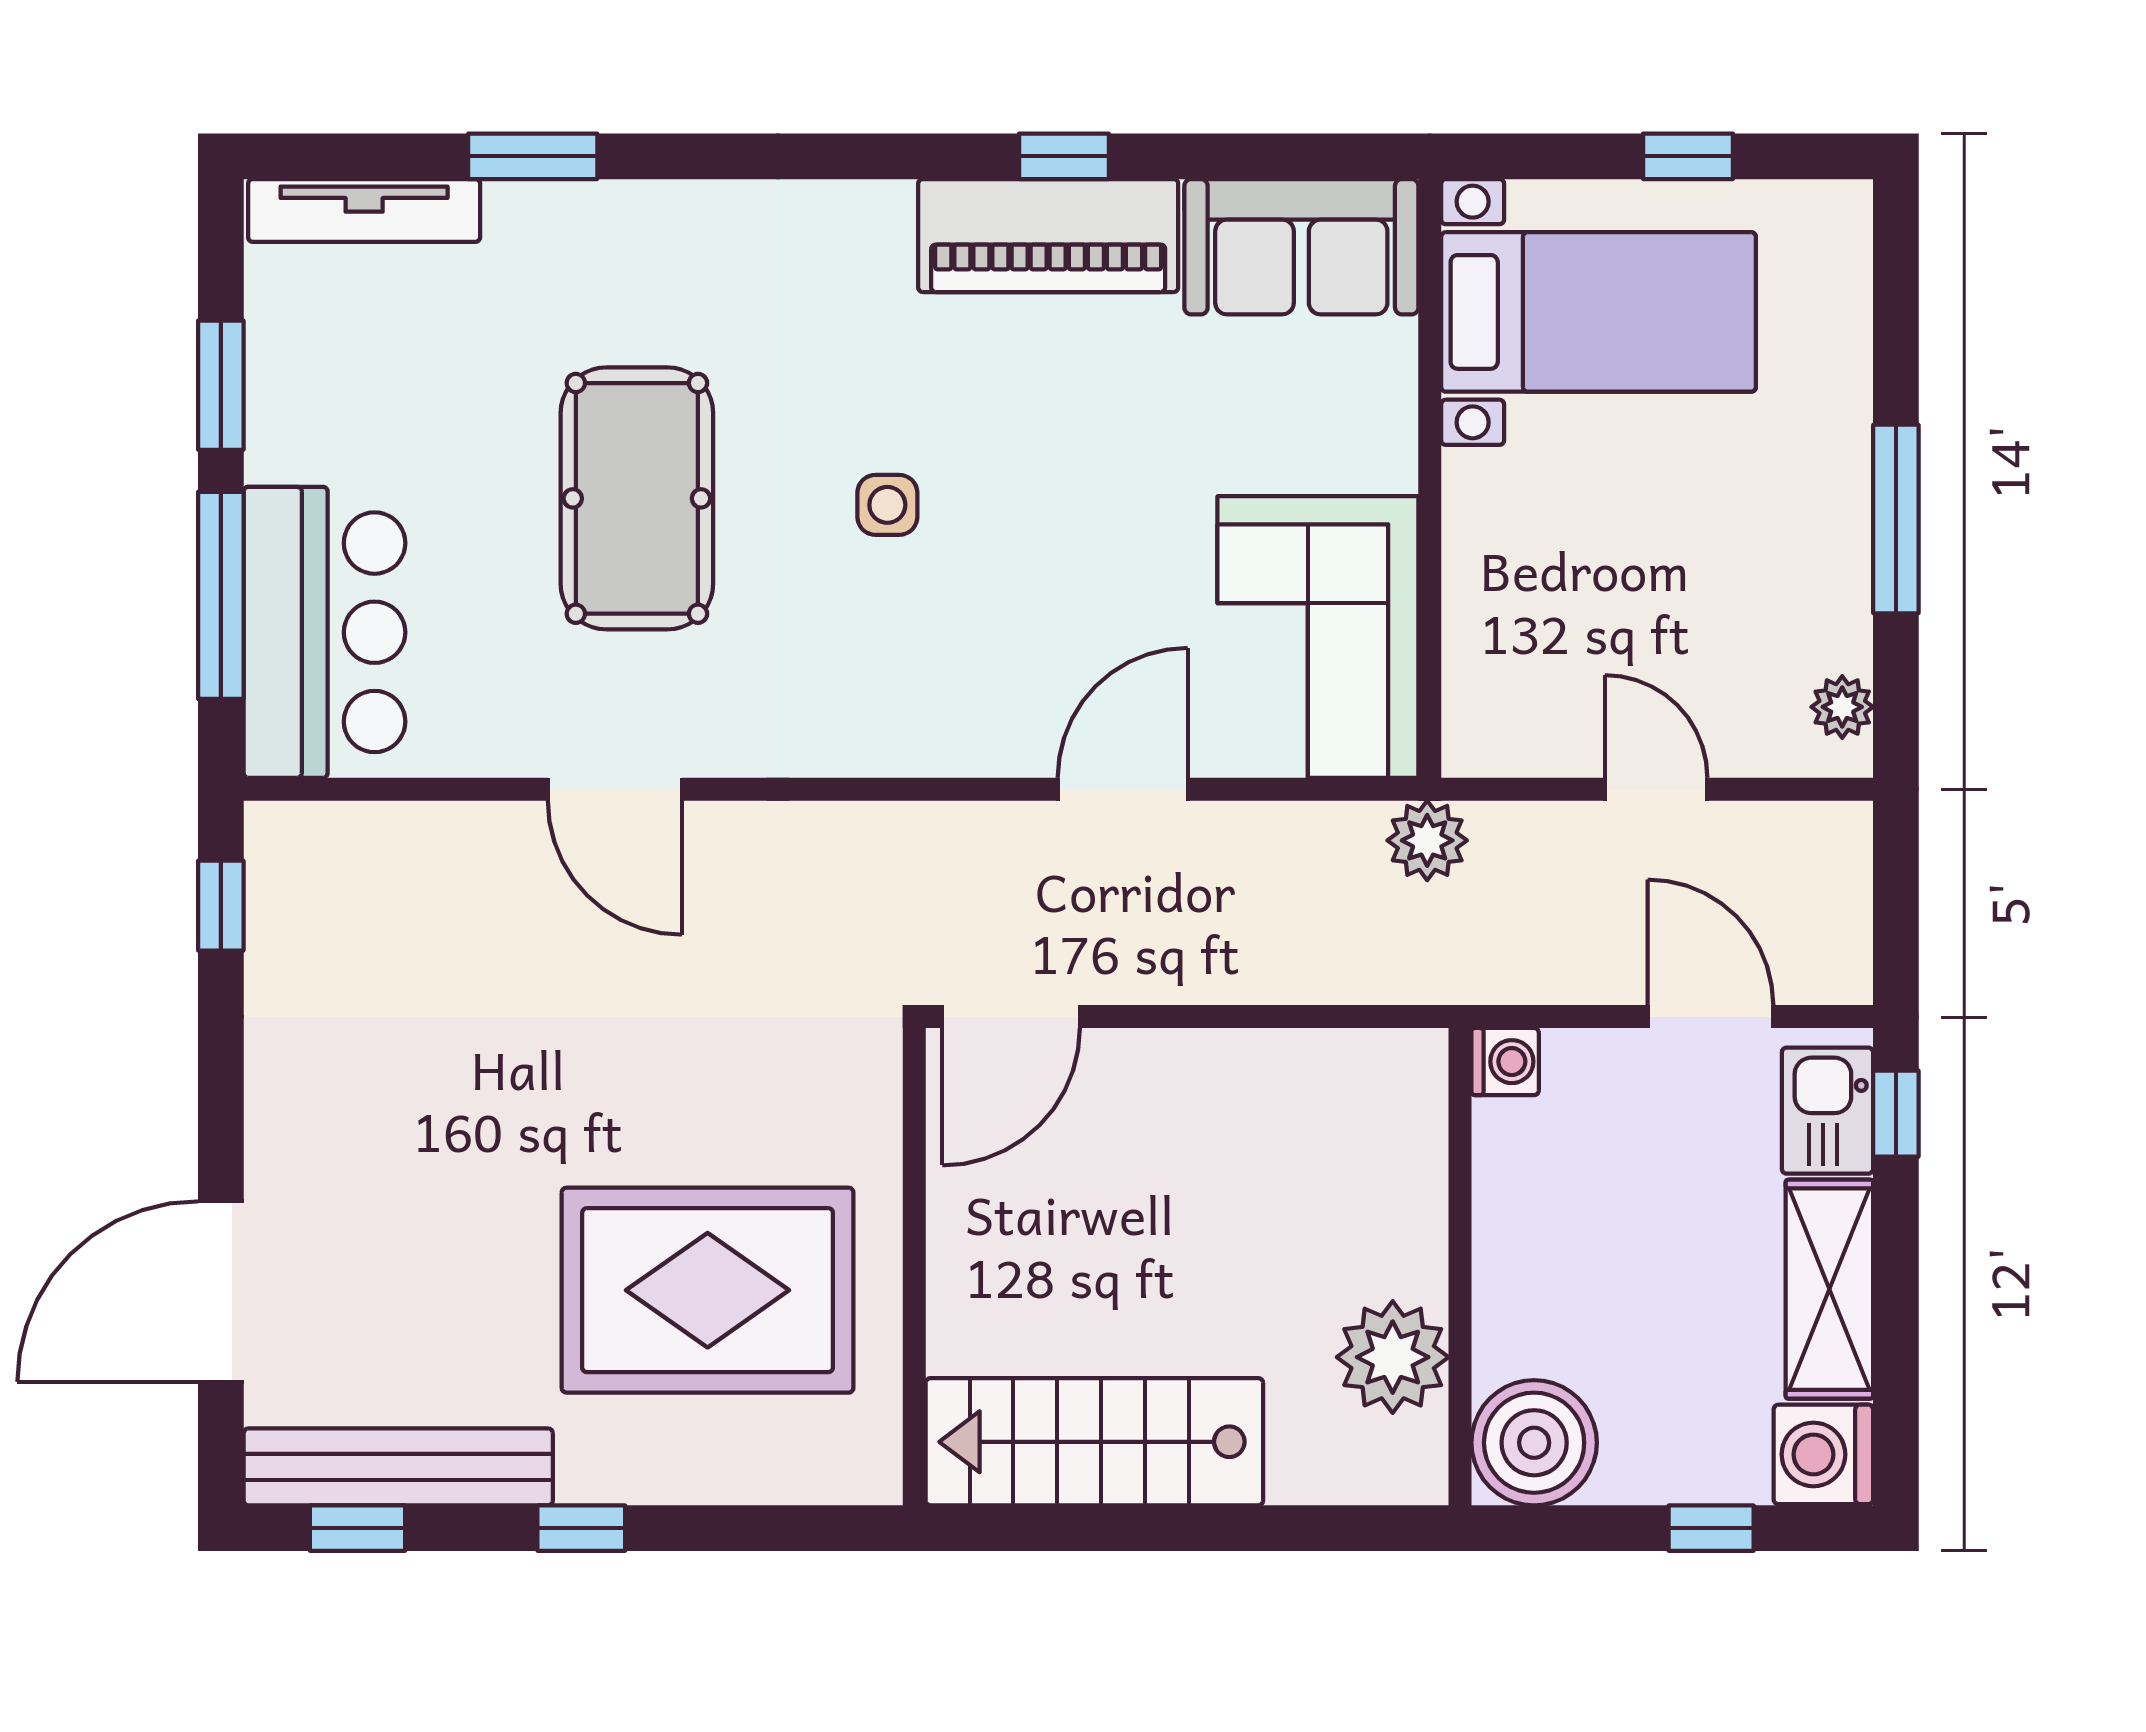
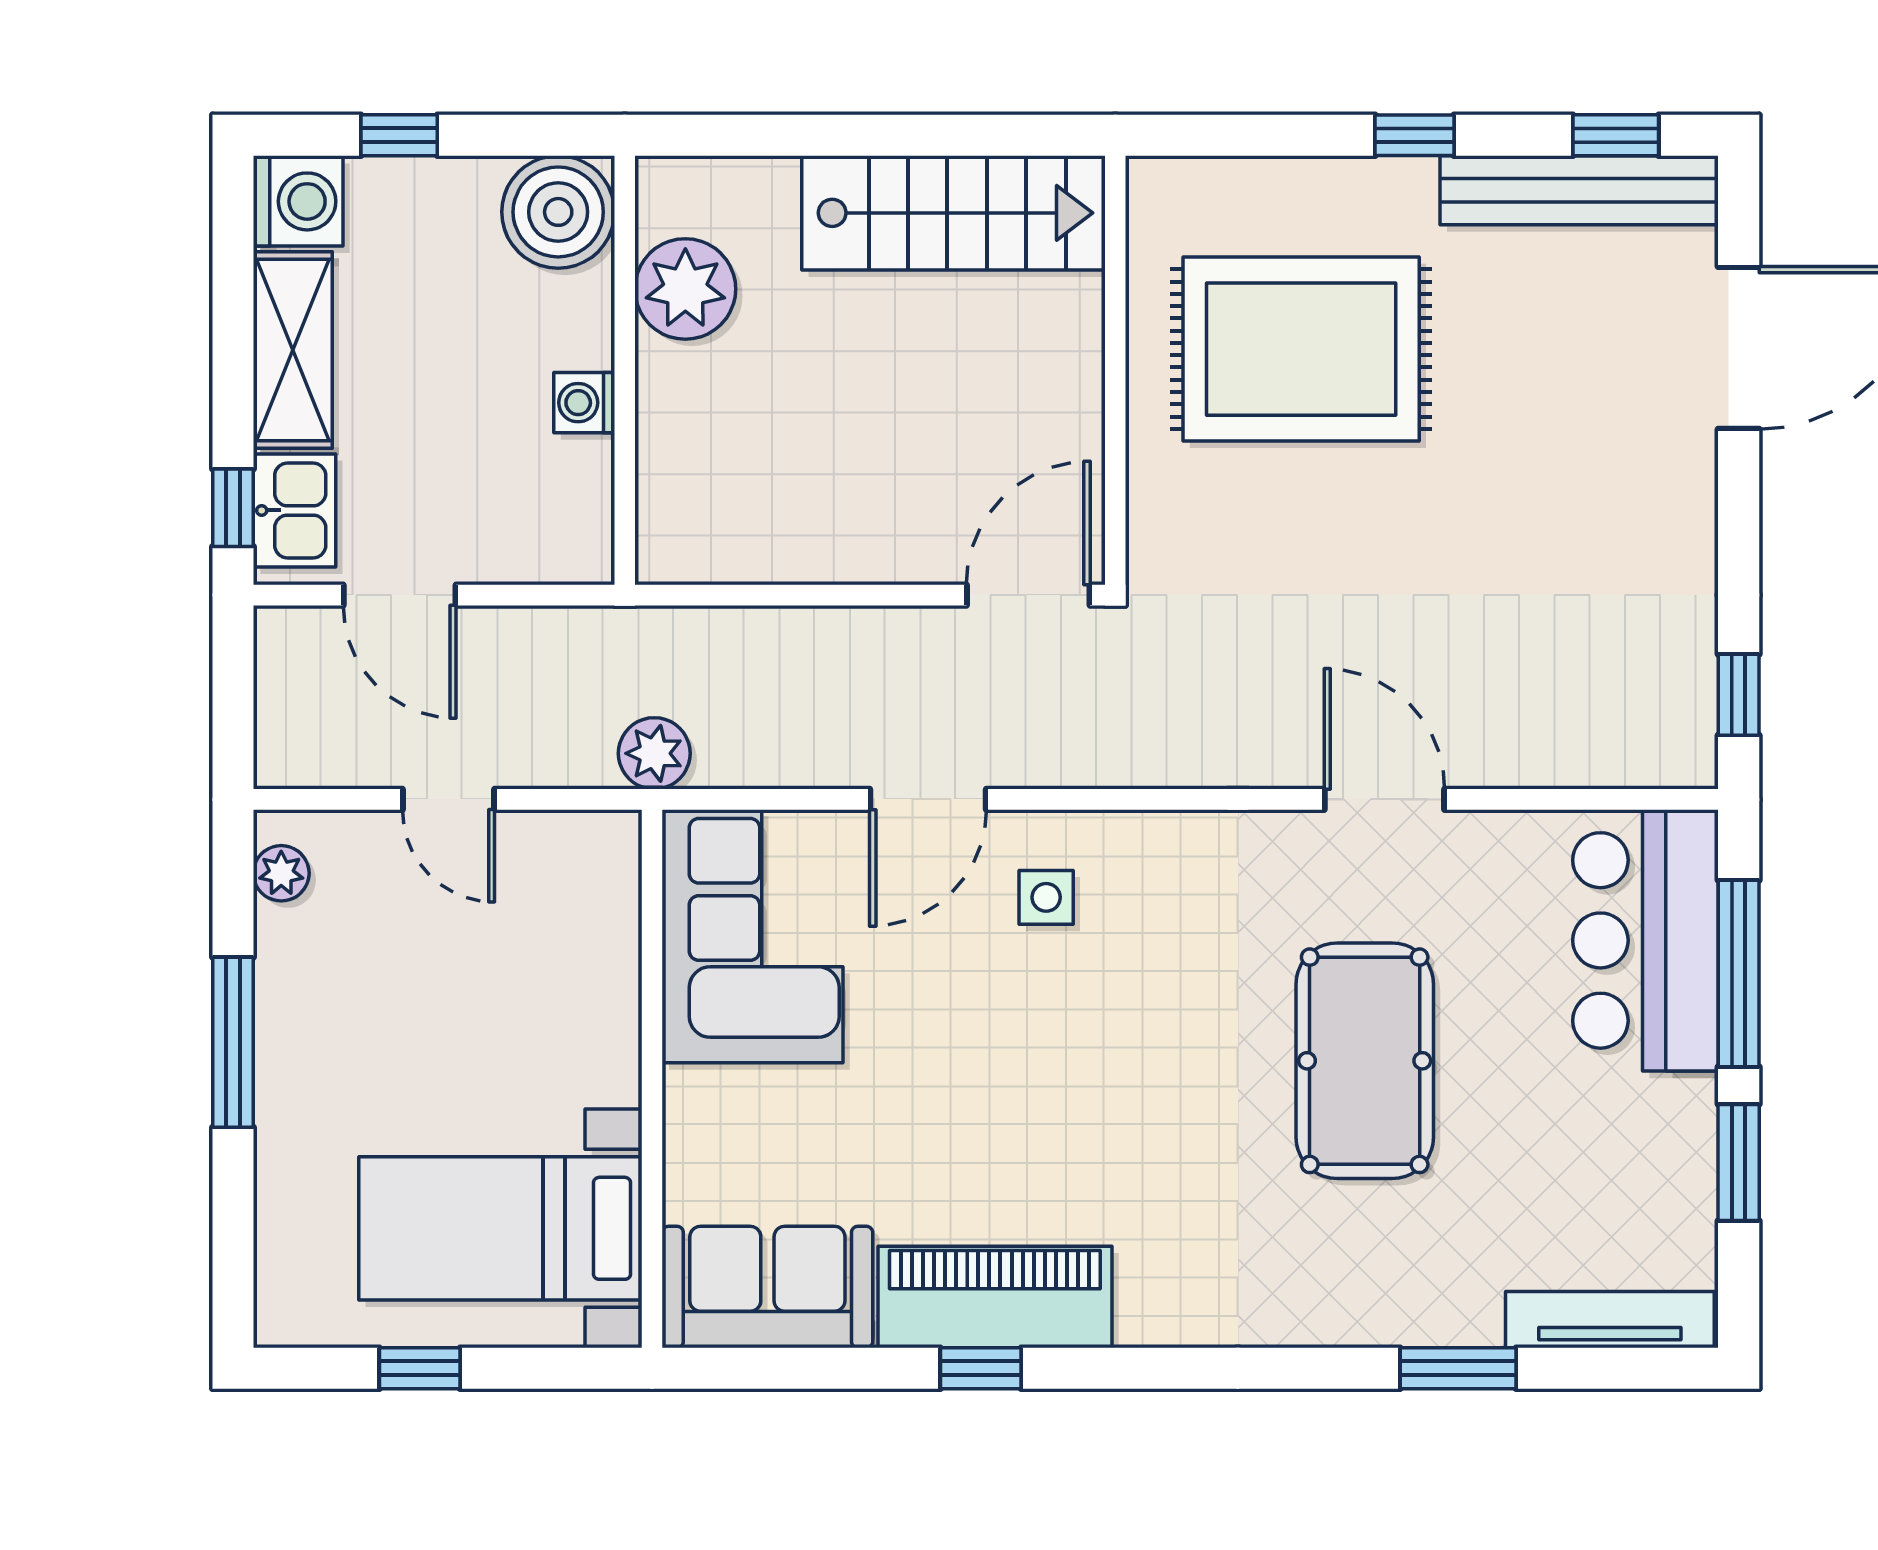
side table: (887, 505) -> (1046, 897), moved
washing machine: (1505, 1062) -> (584, 403), moved

